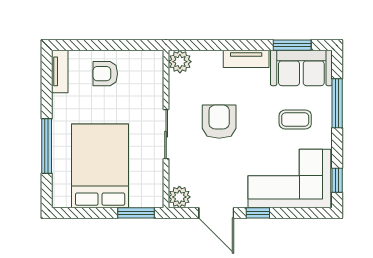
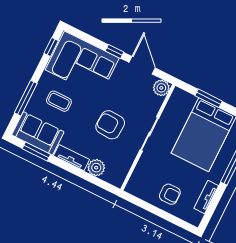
plant: (180, 62) -> (96, 168), moved
tv unit: (60, 71) -> (206, 197), moved
armchair: (219, 122) -> (110, 125), turned 93
window: (136, 213) -> (209, 98), moved

